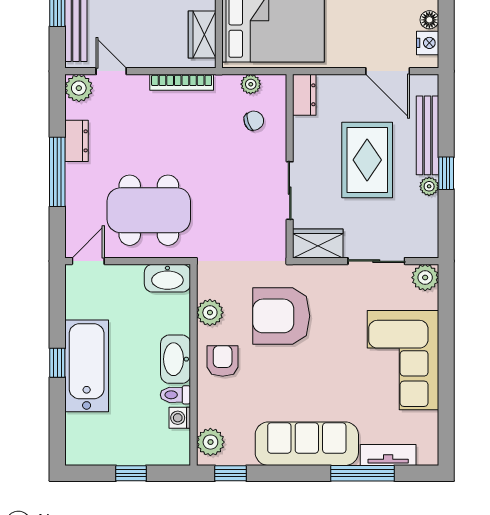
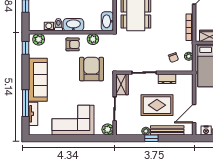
dresser: (304, 95) -> (167, 79), moved

